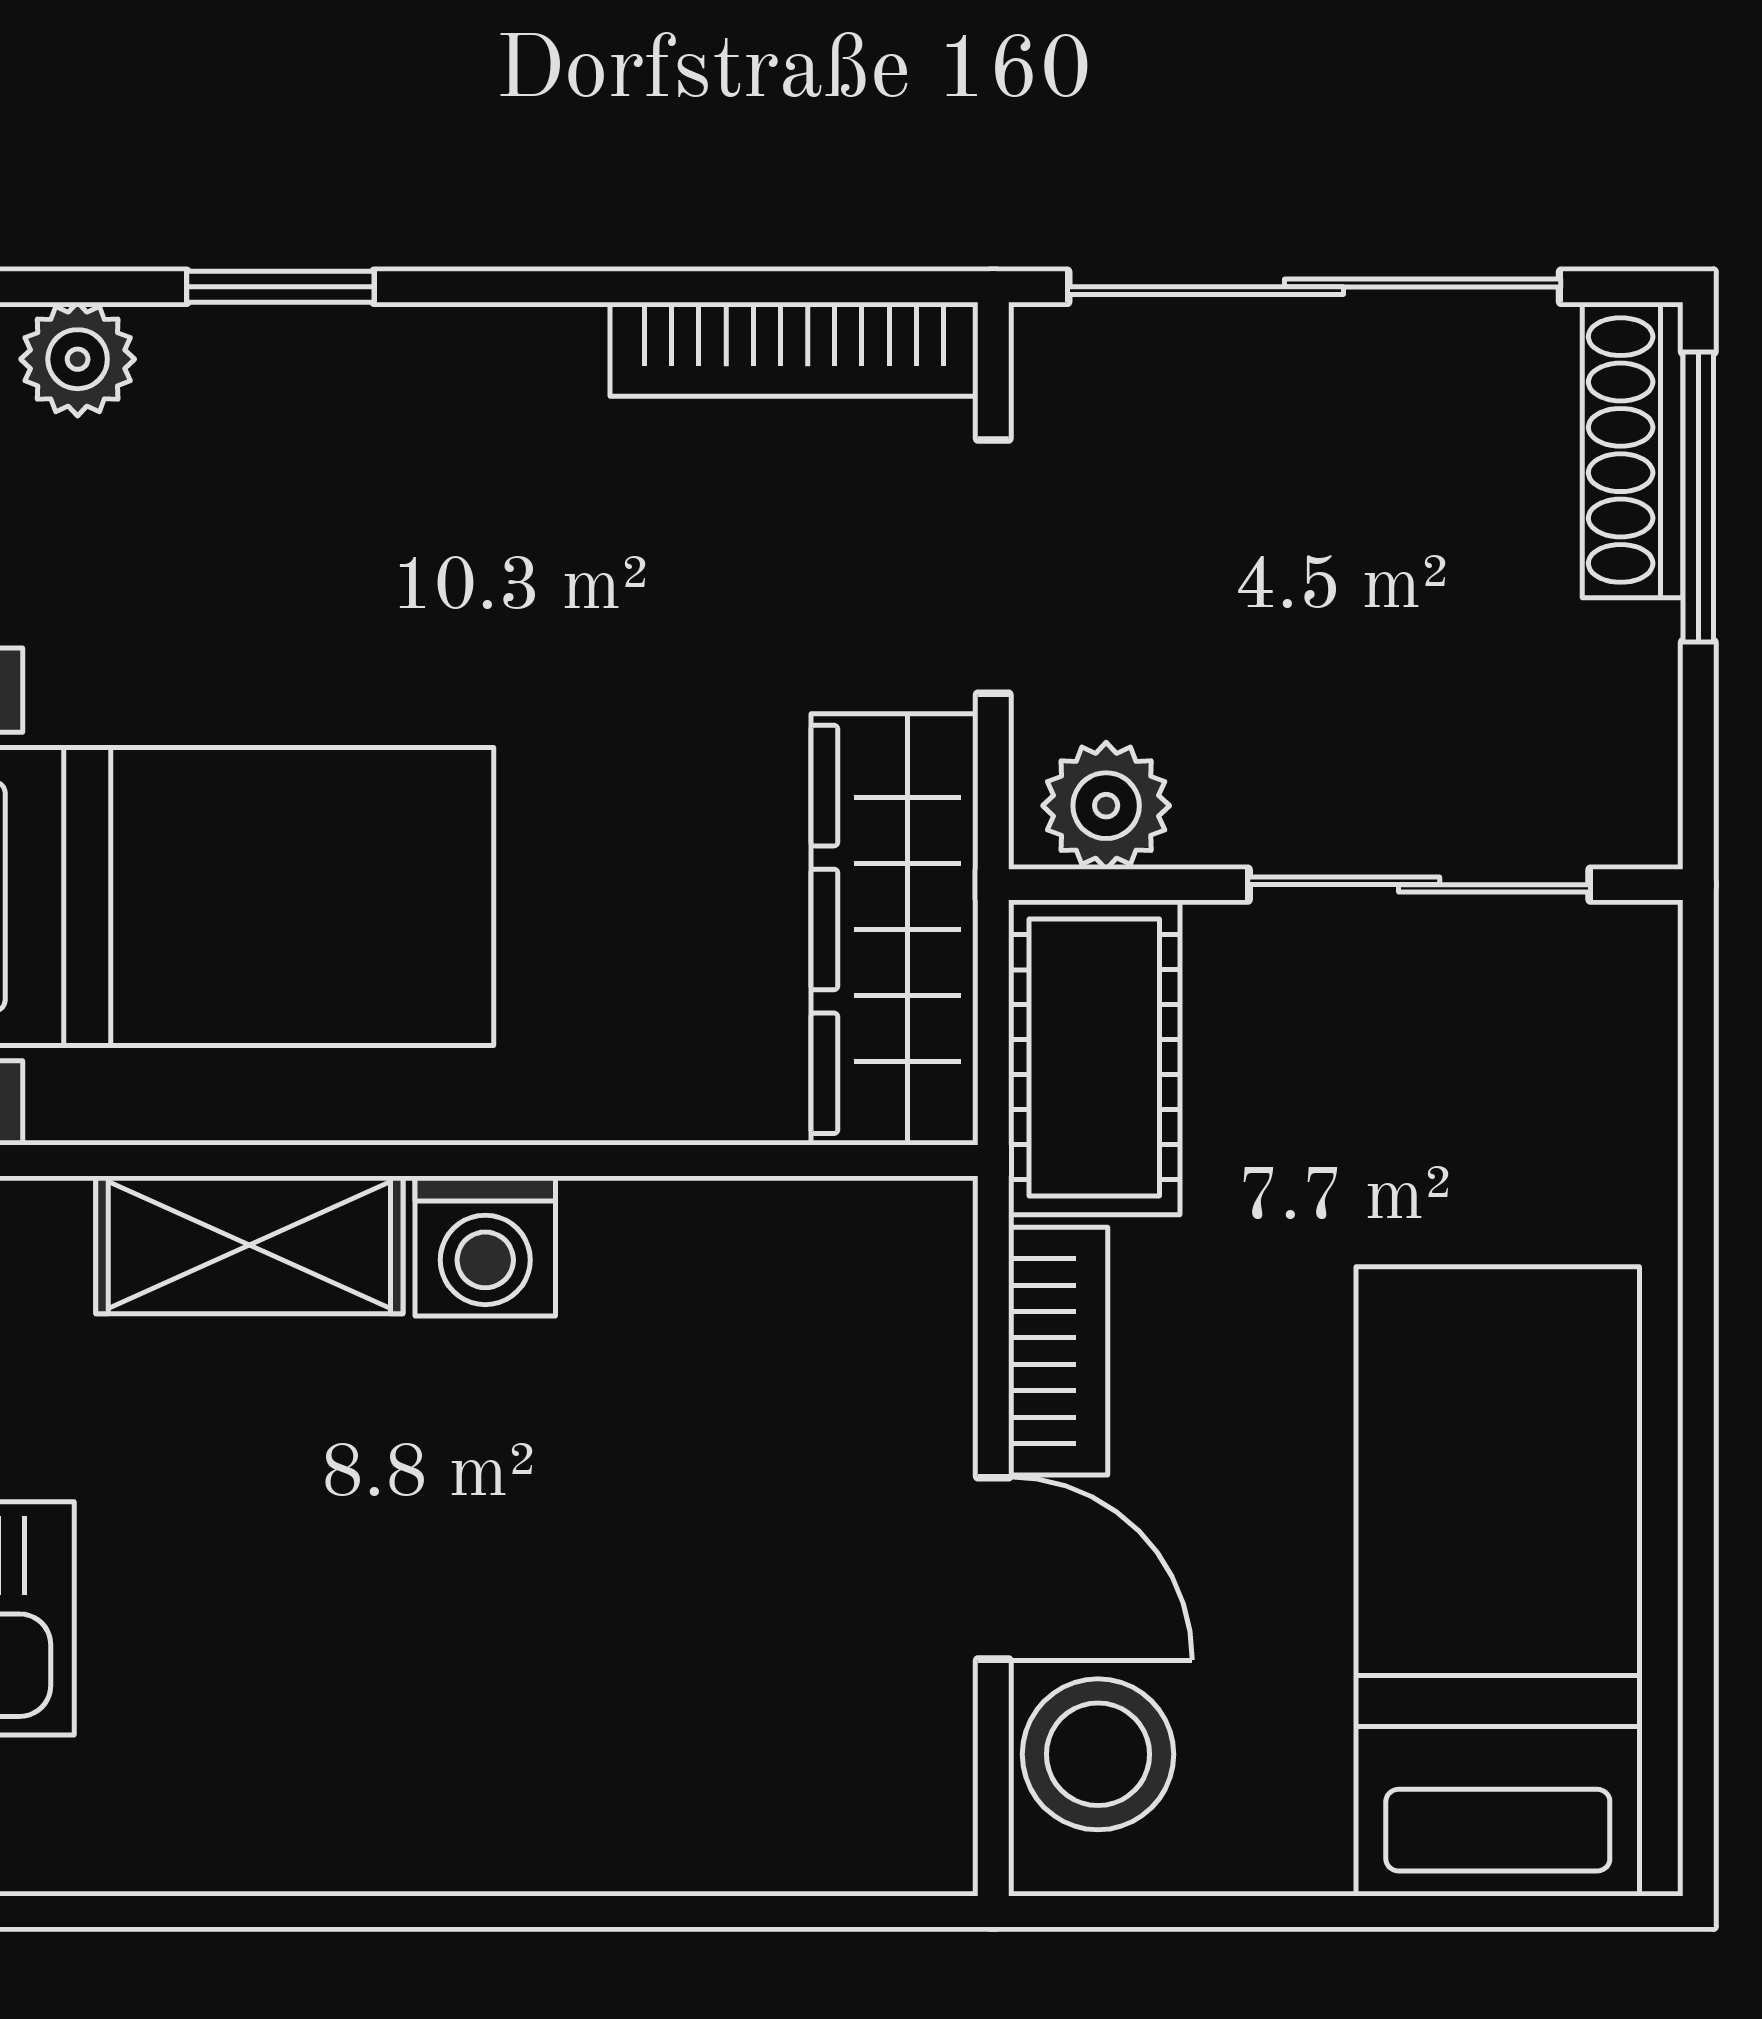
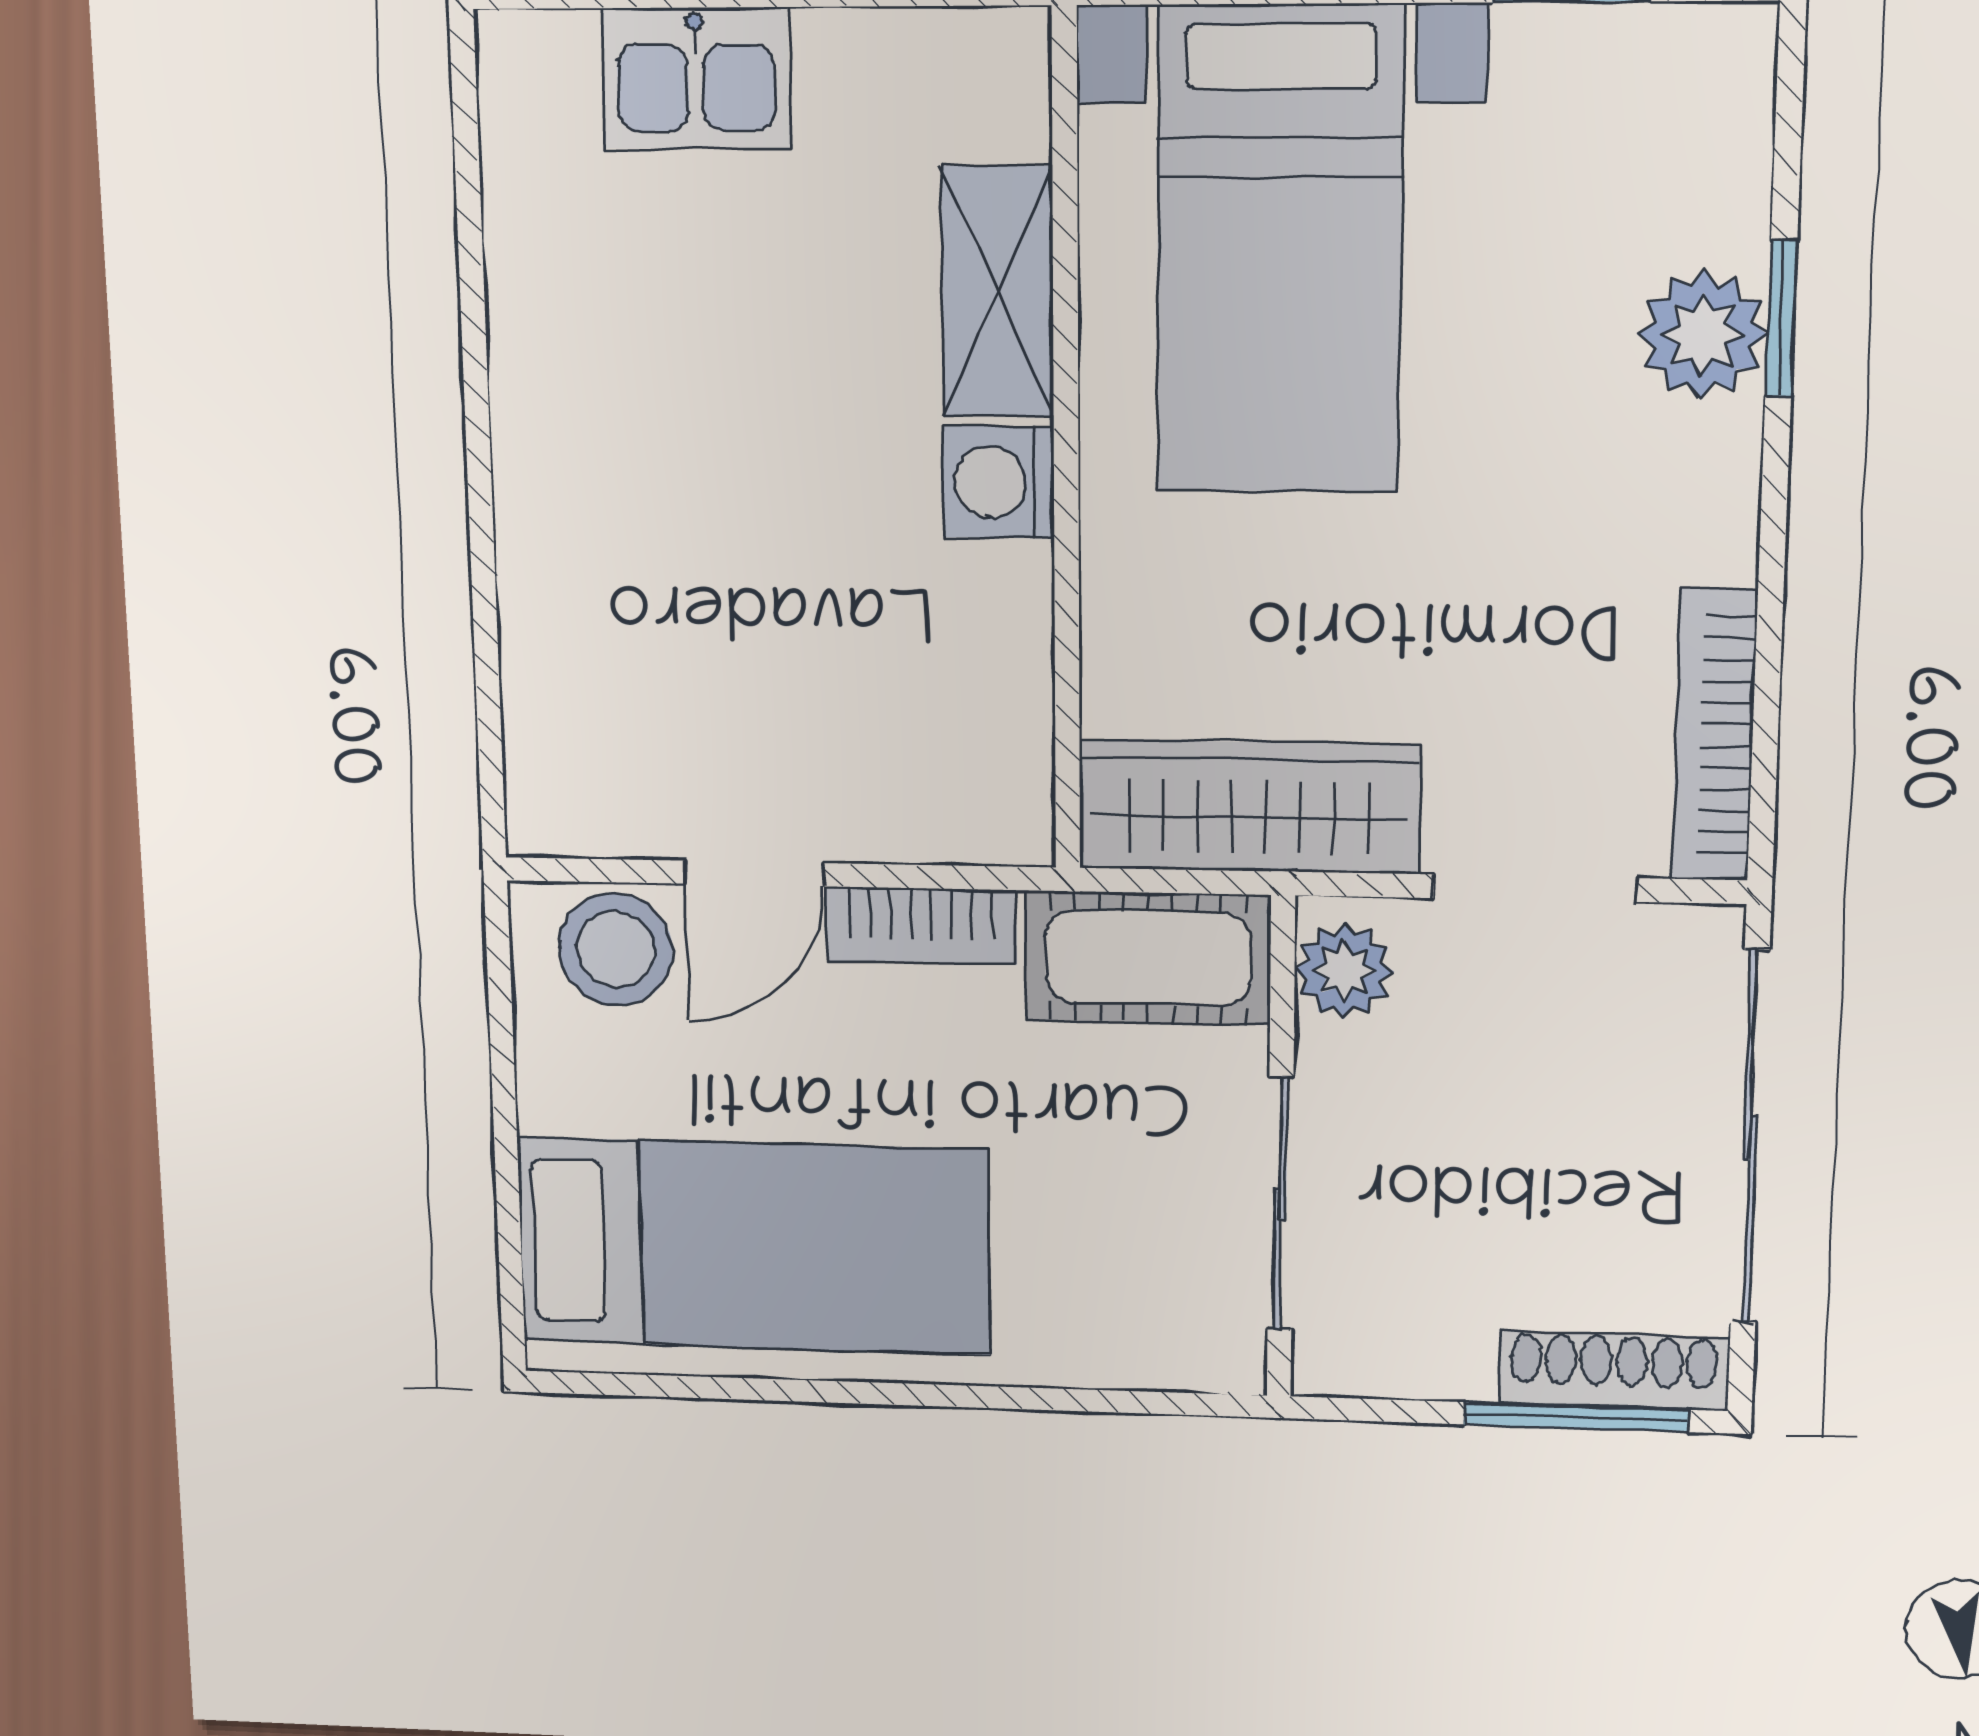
plant: (78, 359) -> (1702, 334), moved, width x1.38, depth x1.38

